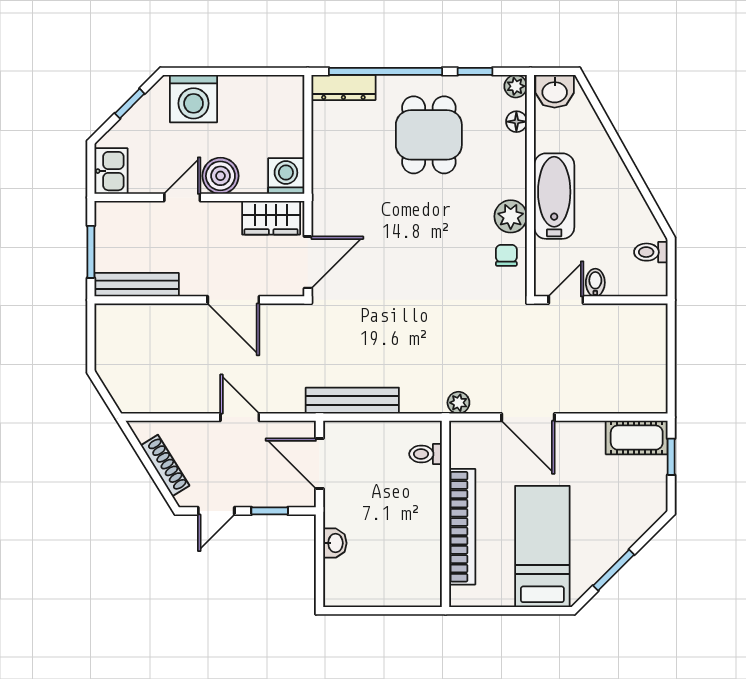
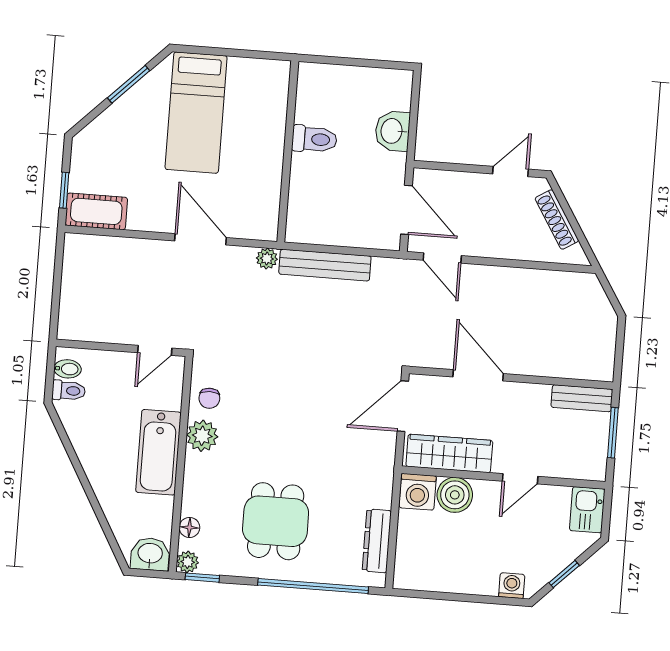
window: (475, 71) -> (202, 578), moved
dresser: (343, 88) -> (377, 541), moved, turned -90
washing machine: (194, 99) -> (512, 586), width x0.53, depth x0.53
boiler: (220, 176) -> (455, 495), moved
wardrobe: (271, 218) -> (449, 453), width x1.50
bidet: (595, 283) -> (68, 369), moved, turned -90
bench: (137, 285) -> (582, 398), width x0.73
bench: (352, 401) -> (325, 265), moved
door: (240, 417) -> (442, 258), moved
toilet: (426, 454) -> (314, 139), moved, width x1.37, depth x1.39
window: (270, 511) -> (458, 167), removed
bookcase: (462, 527) -> (273, 138), removed
washbasin: (335, 543) -> (393, 131), width x1.38, depth x1.45

